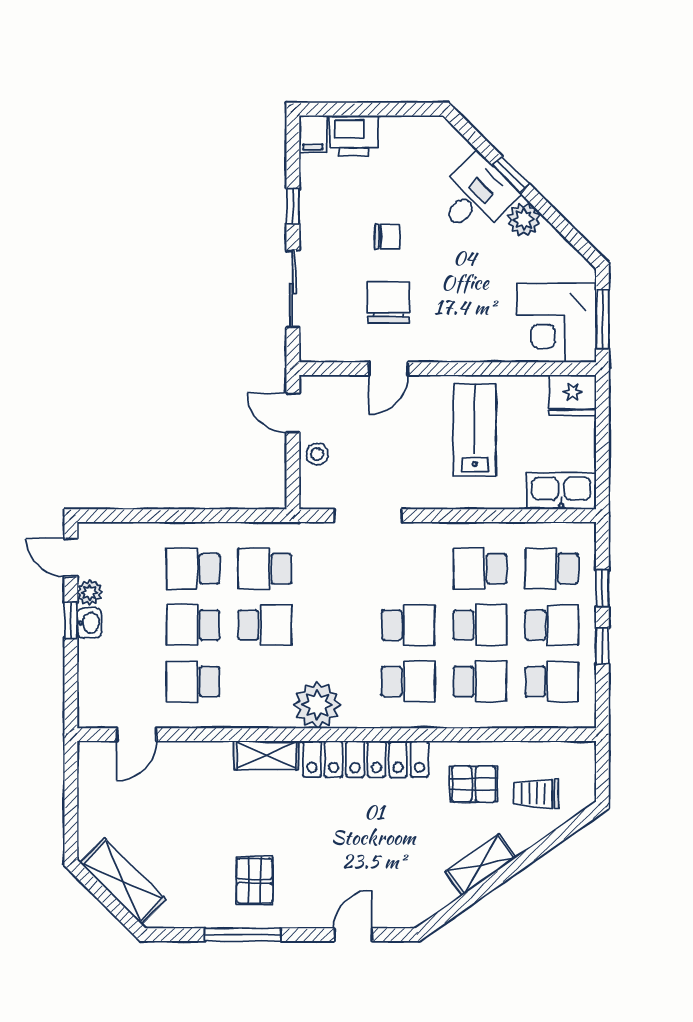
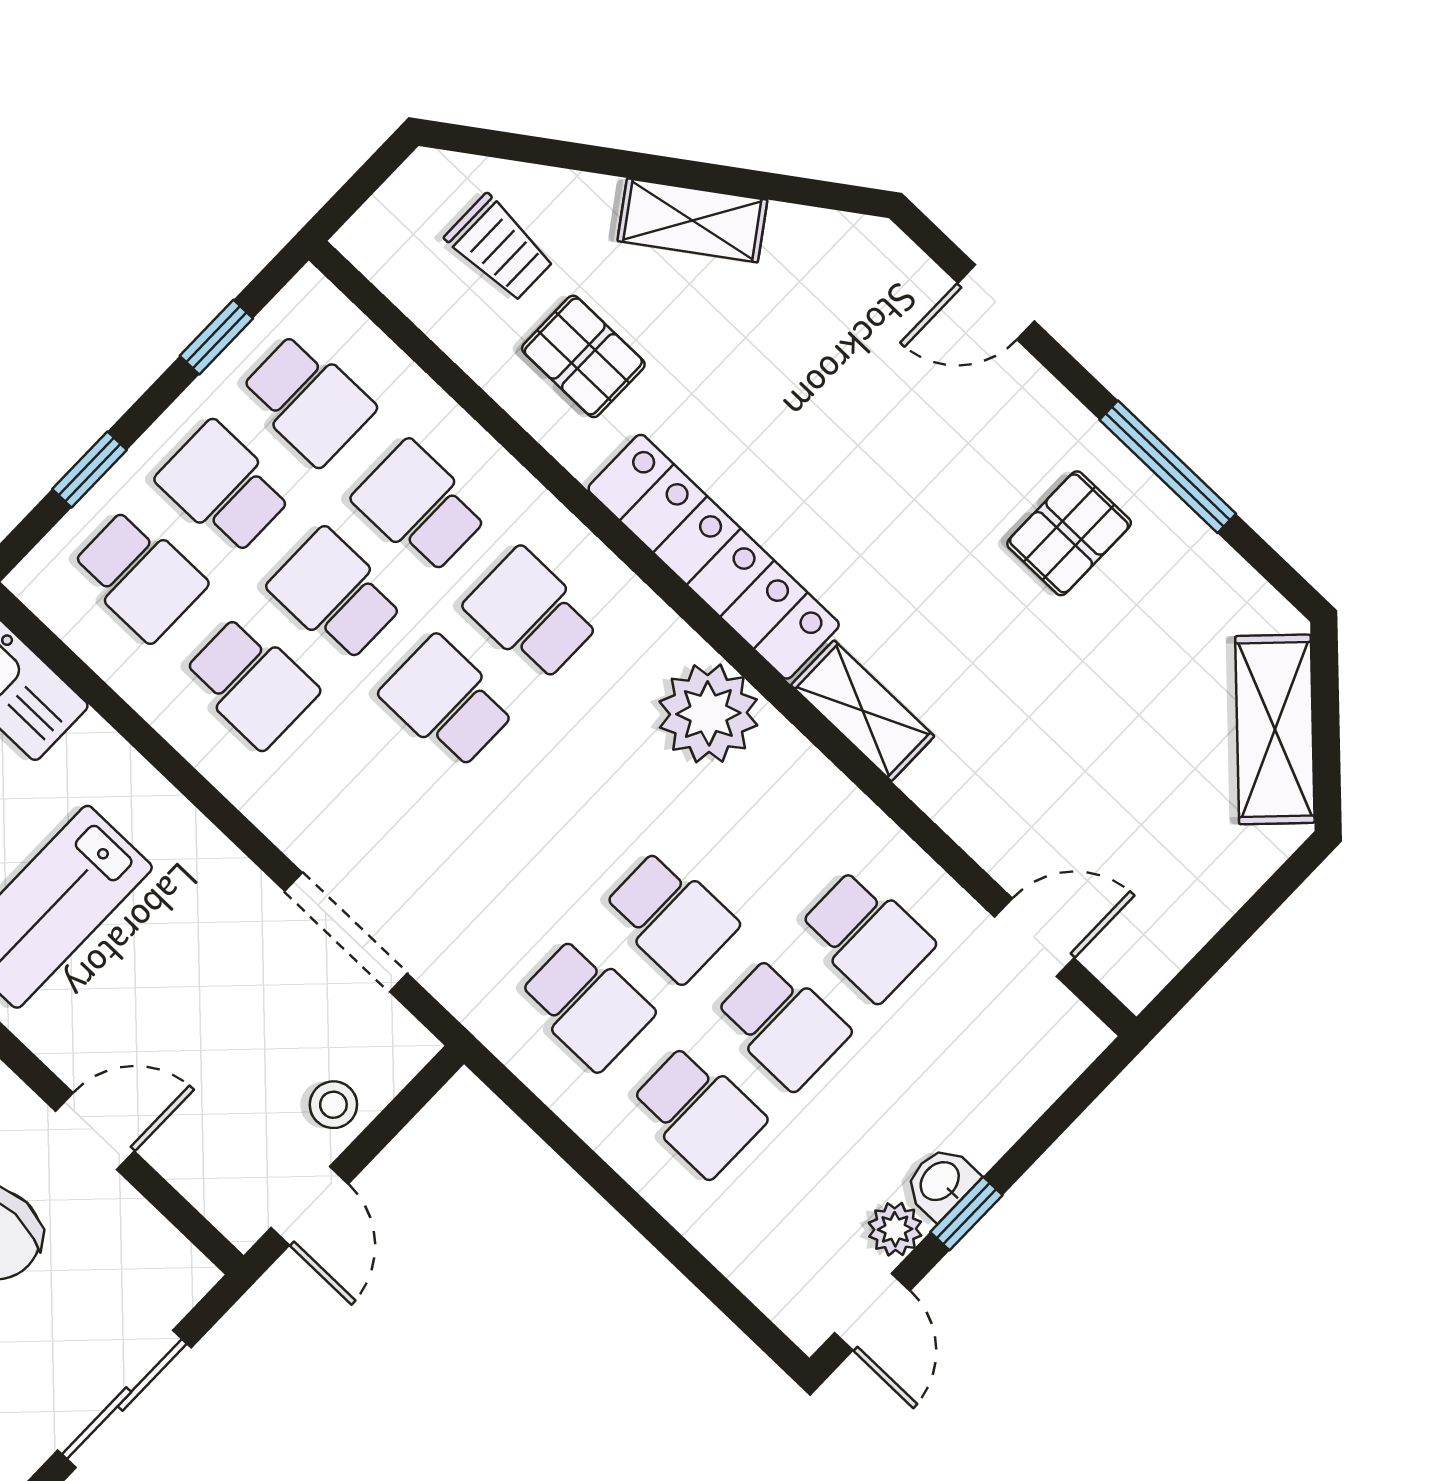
school desk: (265, 625) -> (671, 916), turned 180
window: (602, 646) -> (216, 337), moved
school desk: (552, 682) -> (308, 400), turned 180

